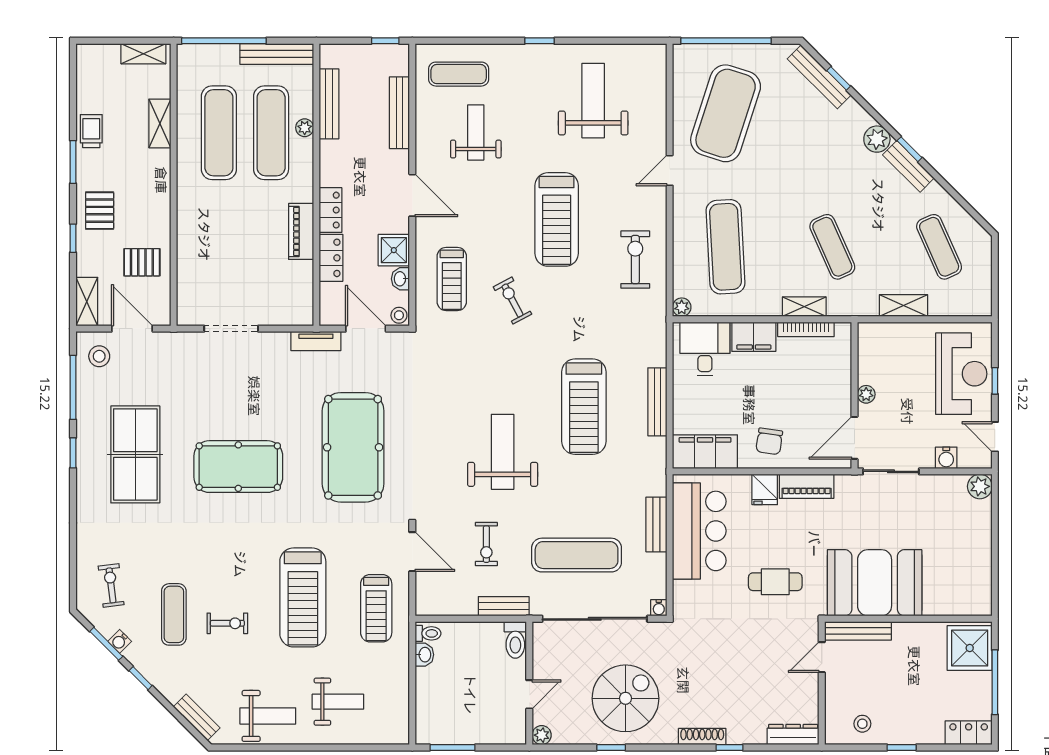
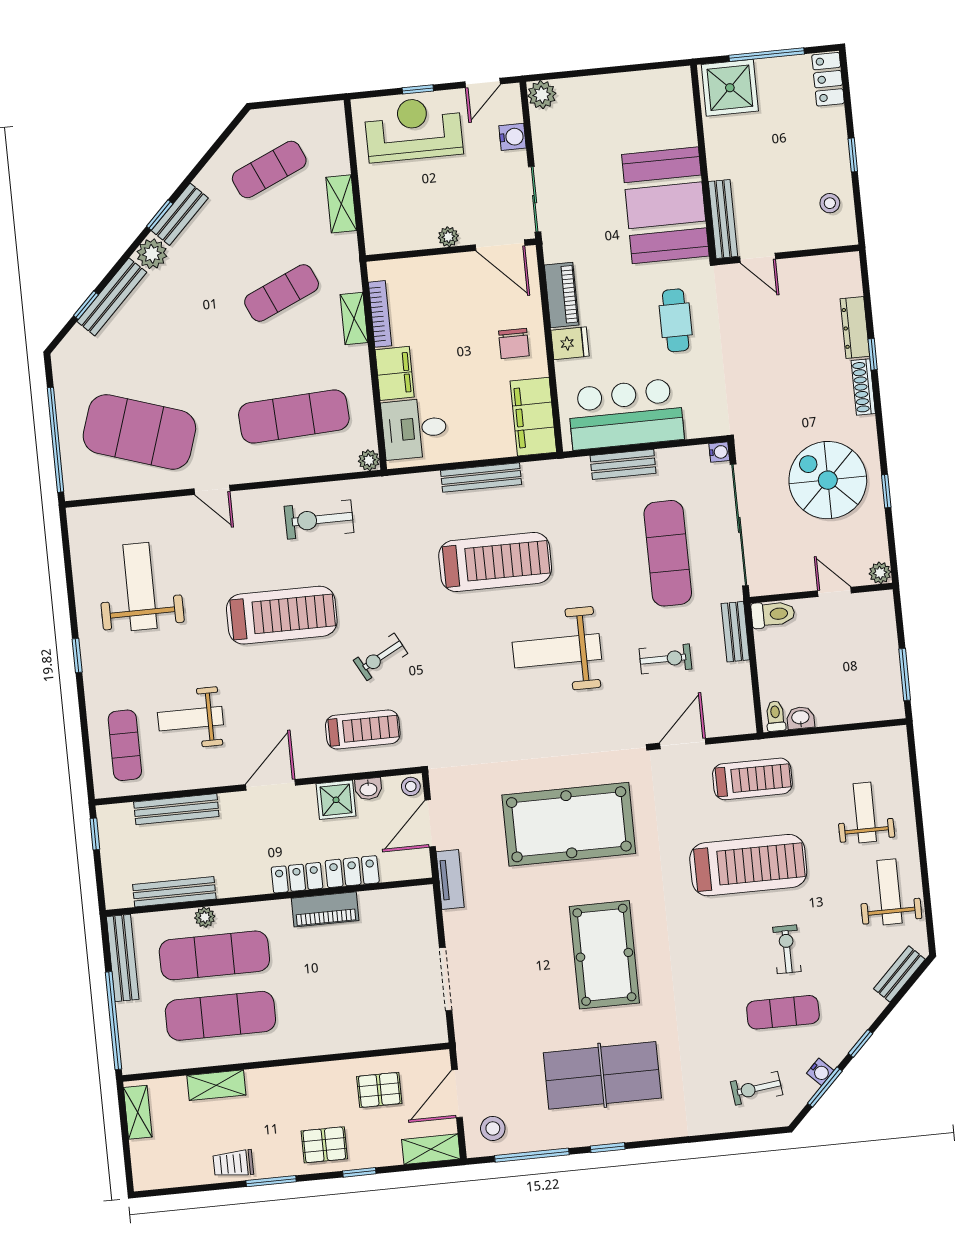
bench: (819, 77) -> (112, 297), moved
weight bench: (593, 101) -> (140, 587), turned 90
pallet: (142, 262) -> (379, 1090), turned 90
chair: (769, 441) -> (514, 343), turned 82
dresser: (793, 734) -> (855, 328), moved

